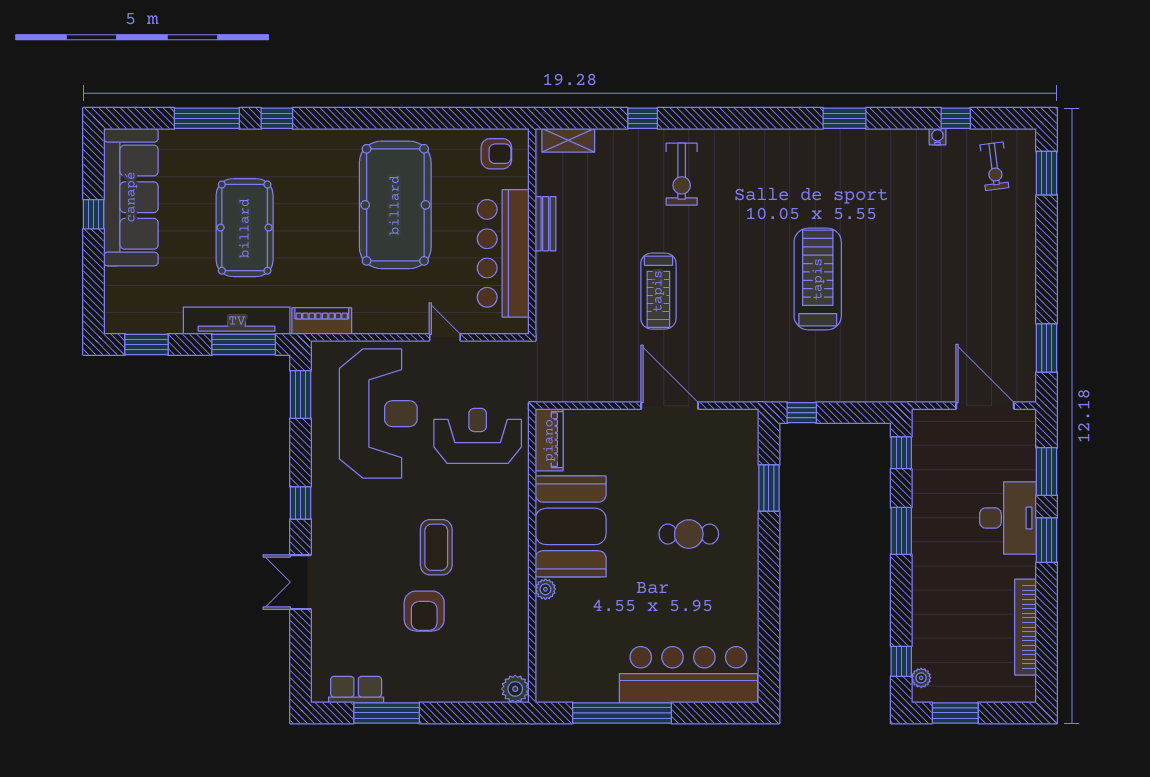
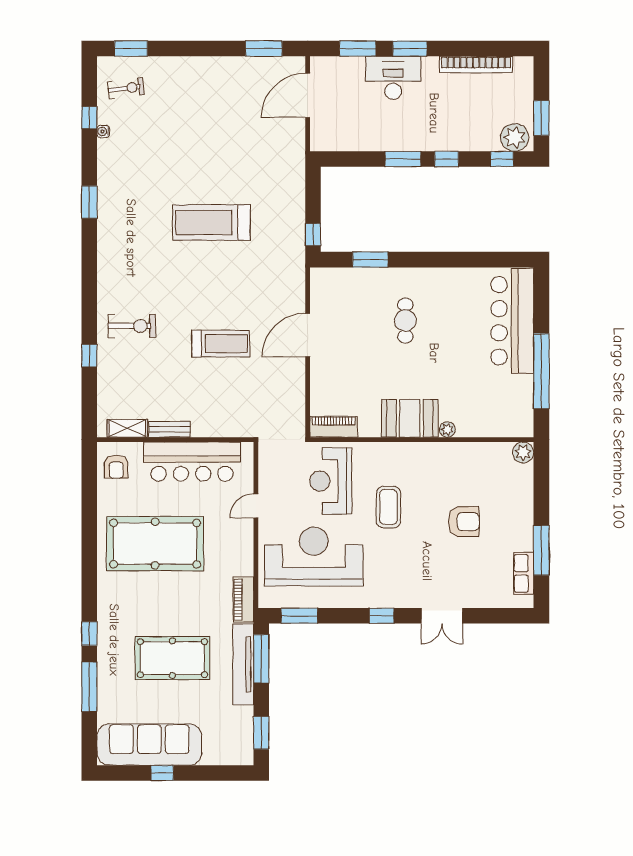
shelving: (568, 140) -> (127, 428), moved, turned 90
armchair: (496, 154) -> (116, 467), turned 180
window: (901, 453) -> (447, 159), moved
booth: (571, 526) -> (410, 418), width x0.73, depth x0.70
coffee table: (436, 547) -> (388, 507), moved, turned 90
plant: (921, 678) -> (515, 137), width x1.87, depth x1.87

